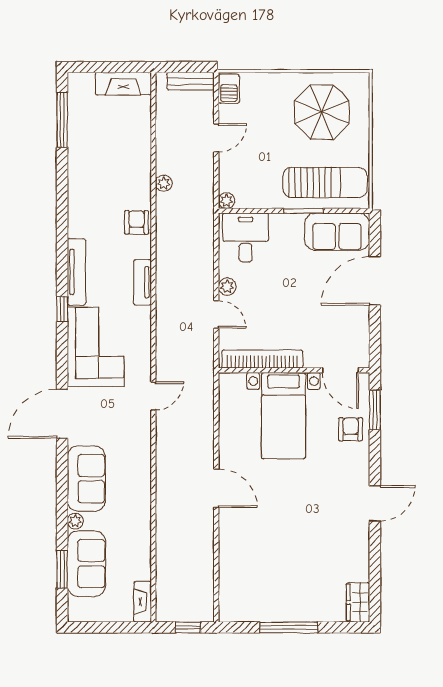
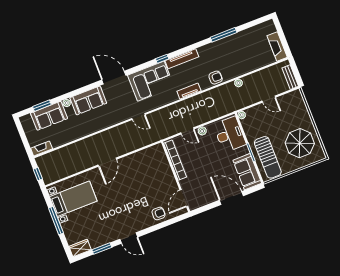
barbecue: (229, 89) -> (294, 96), removed
window: (62, 120) -> (224, 35), moved
desk: (246, 237) -> (230, 134), width x1.37
door: (216, 314) -> (187, 131), hinge flipped
window: (375, 410) -> (102, 249), moved
bed with nightstands: (283, 416) -> (73, 199), moved, turned 180

